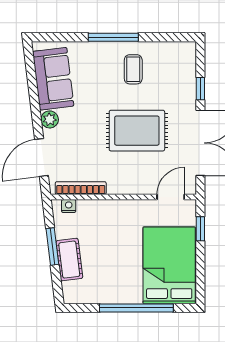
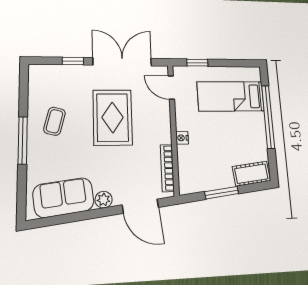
coffee table: (133, 69) -> (54, 121), turned -76
nightstand: (69, 206) -> (182, 138), moved
cot: (69, 260) -> (251, 174), moved
bed: (169, 265) -> (231, 96), width x0.67

